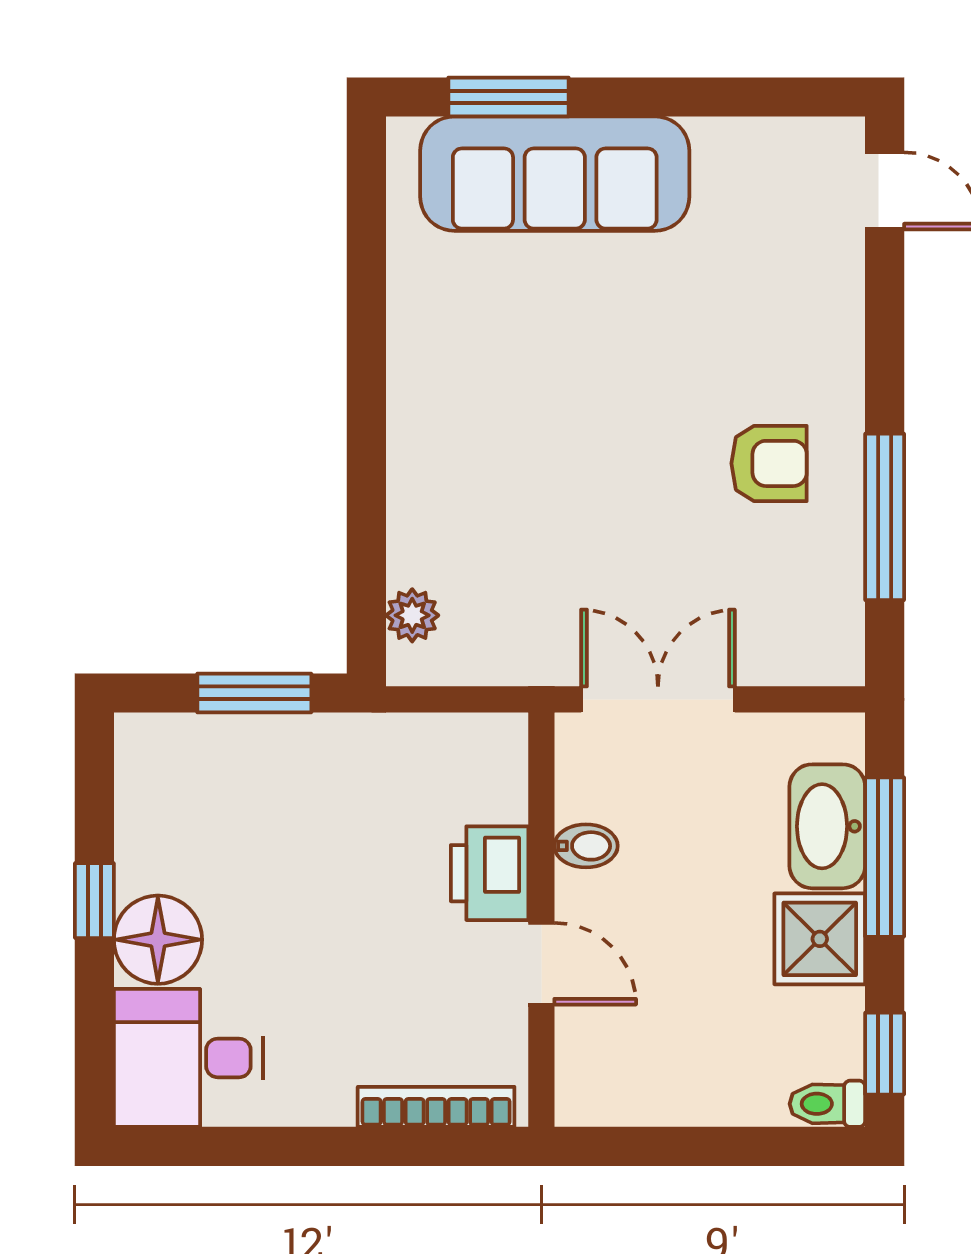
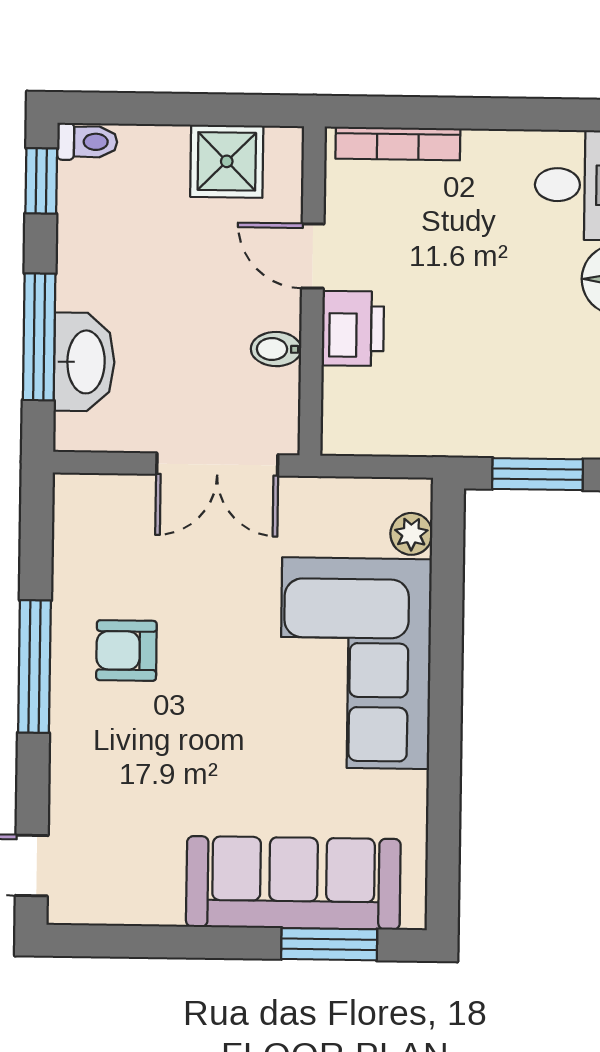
corner sofa: (480, 452) -> (356, 663), added
window: (885, 517) -> (34, 666), moved
shower: (820, 939) -> (227, 161), moved

